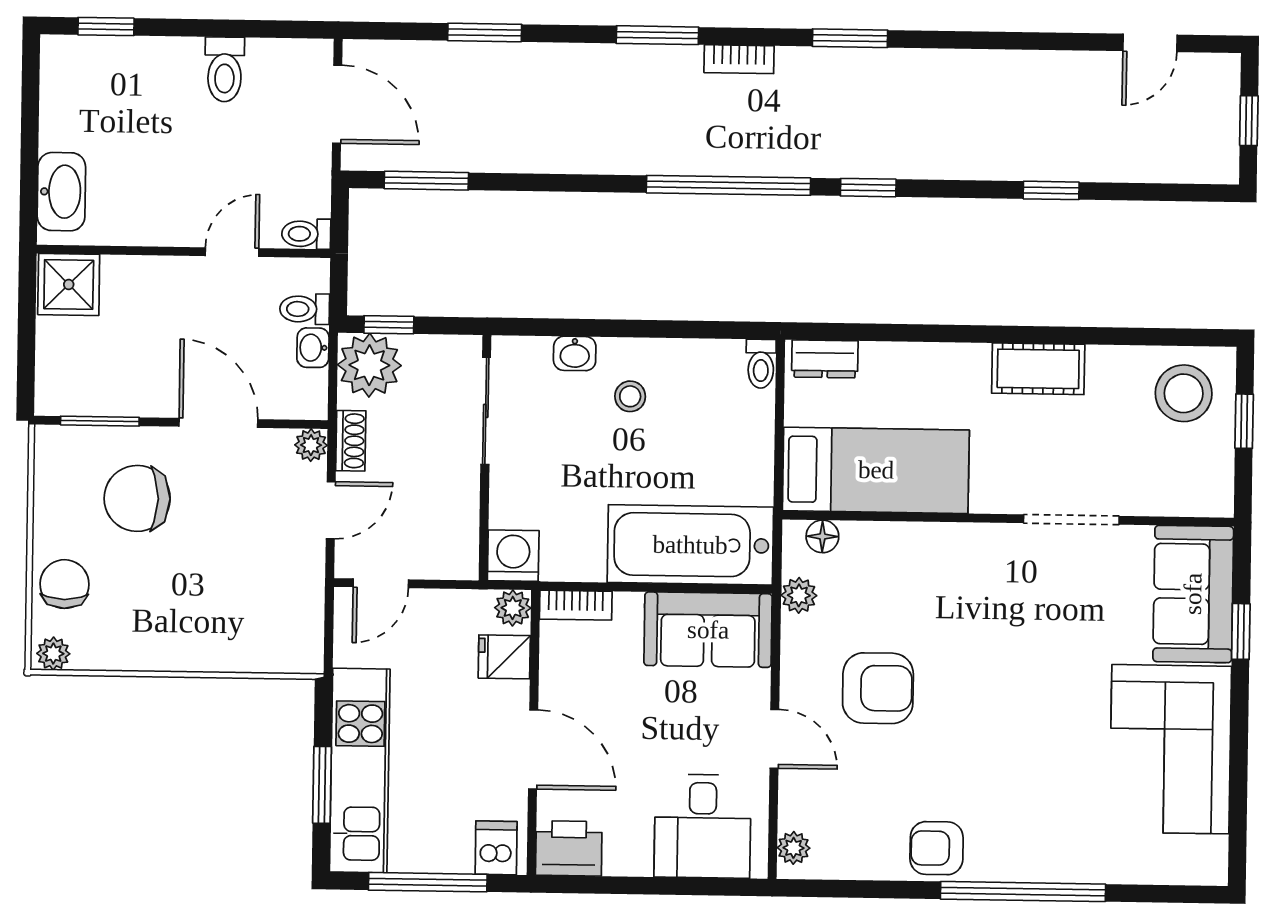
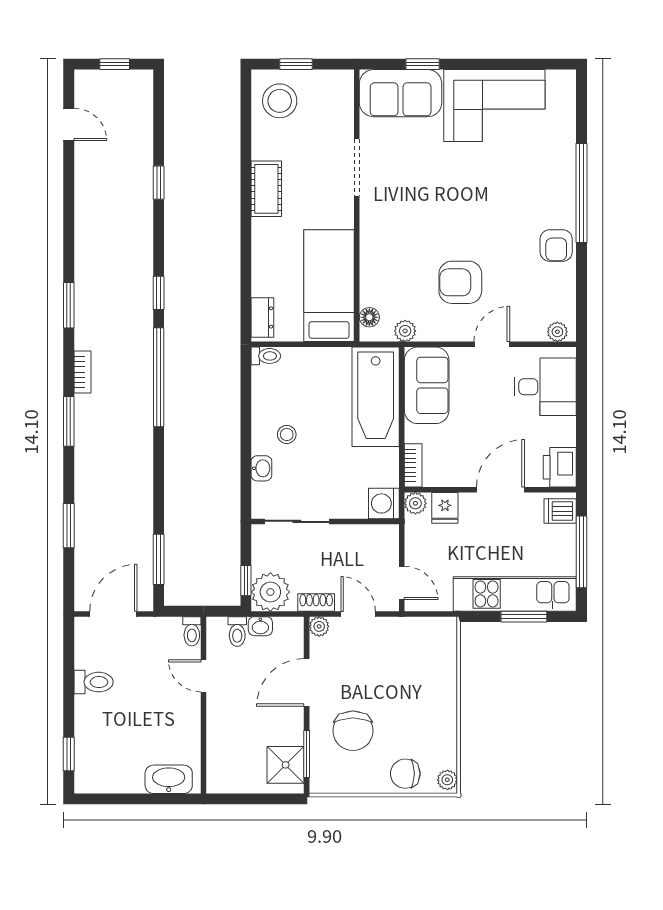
shower: (69, 284) -> (286, 765), moved
armchair: (878, 688) -> (460, 282), turned -90

